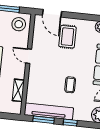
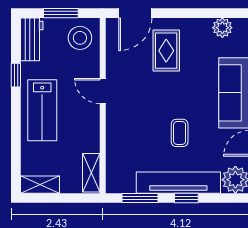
door: (52, 13) -> (135, 13), hinge flipped
shelving: (18, 90) -> (91, 173), moved
tv unit: (49, 111) -> (178, 183), moved

